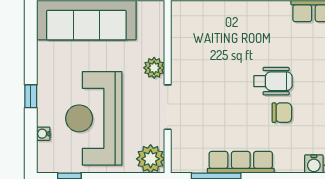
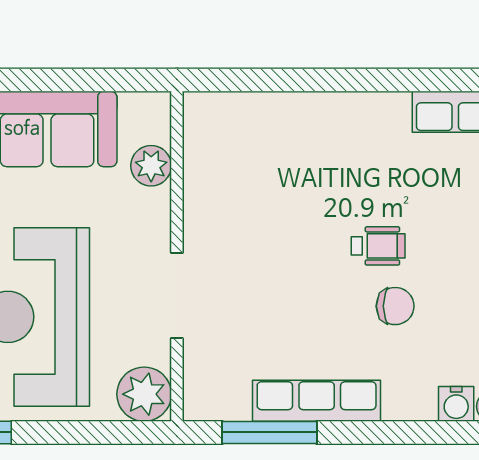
plant: (154, 68) -> (151, 166), moved
wheelchair: (273, 81) -> (378, 246), width x0.73, depth x0.73

